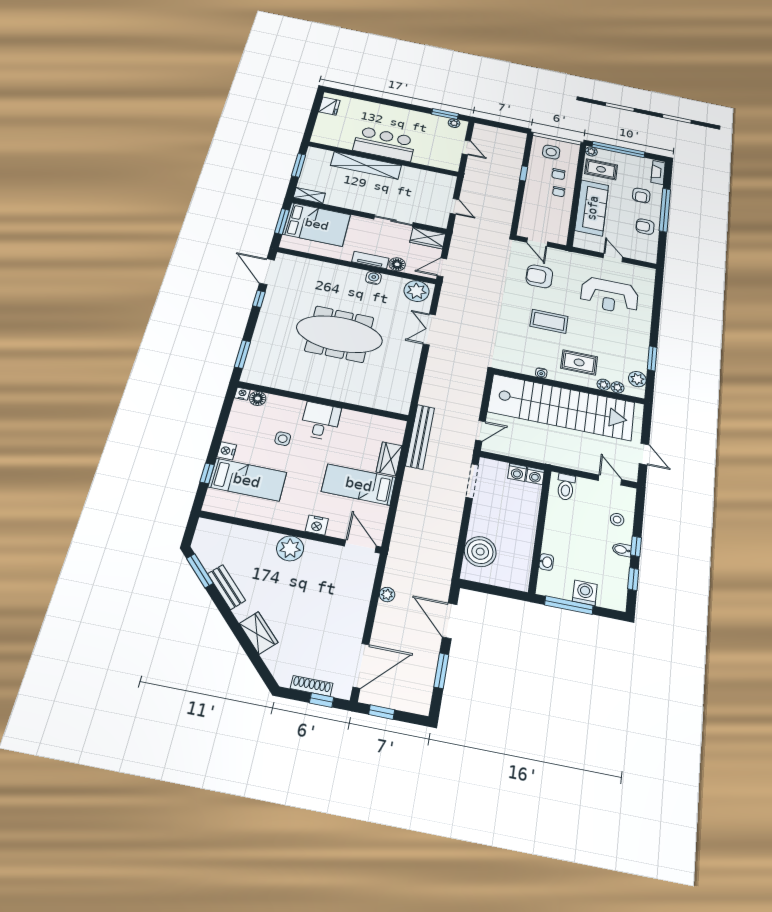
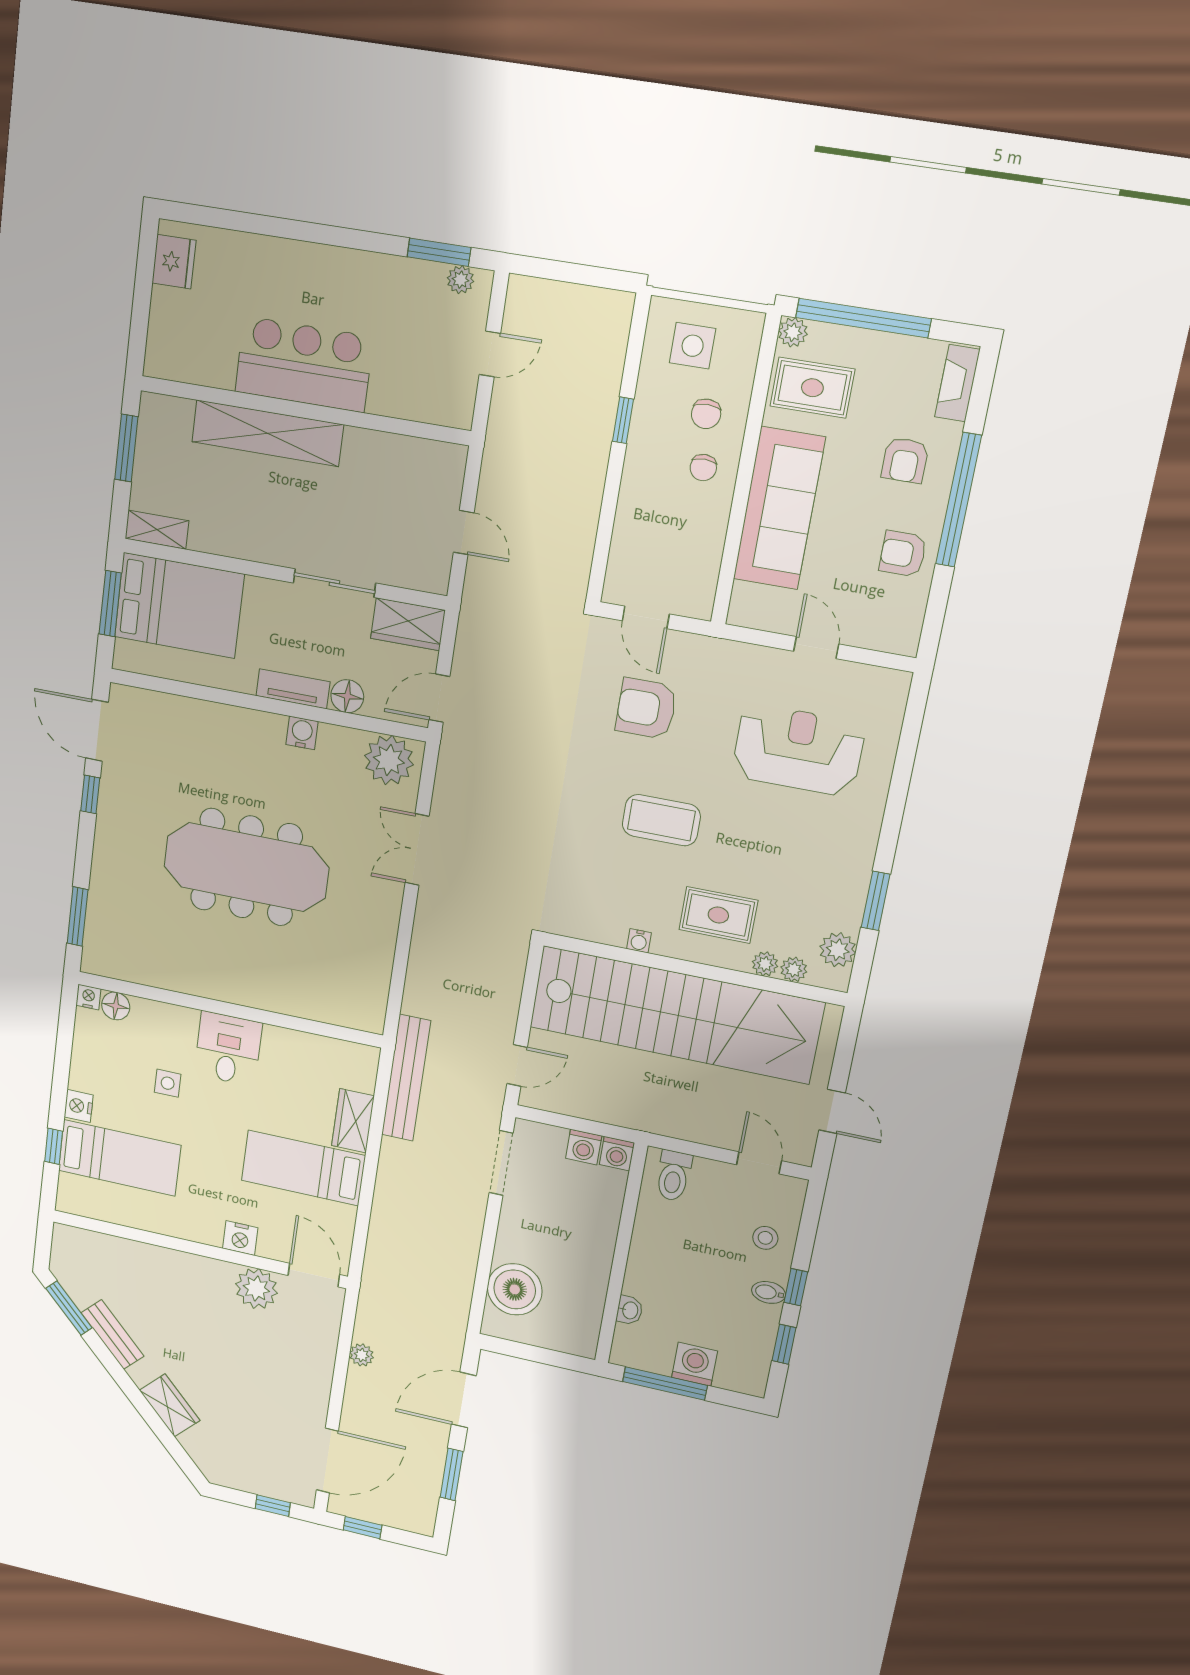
door: (466, 147) -> (490, 354), hinge flipped
reception desk: (609, 296) -> (798, 750), turned 180
plant: (290, 548) -> (256, 1289), moved
door: (450, 621) -> (464, 1400), hinge flipped
shoe rack: (312, 686) -> (256, 1485), removed

